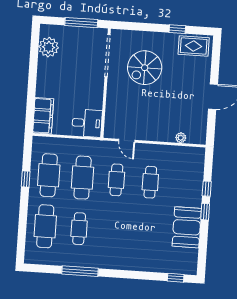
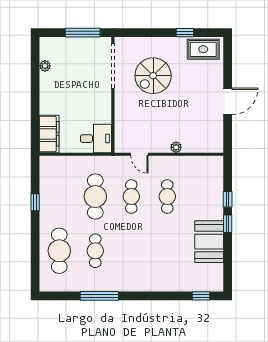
plant: (49, 47) -> (45, 66), width x0.53, depth x0.53
plant: (181, 138) -> (176, 147), moved
cafe table: (49, 175) -> (59, 197), removed

